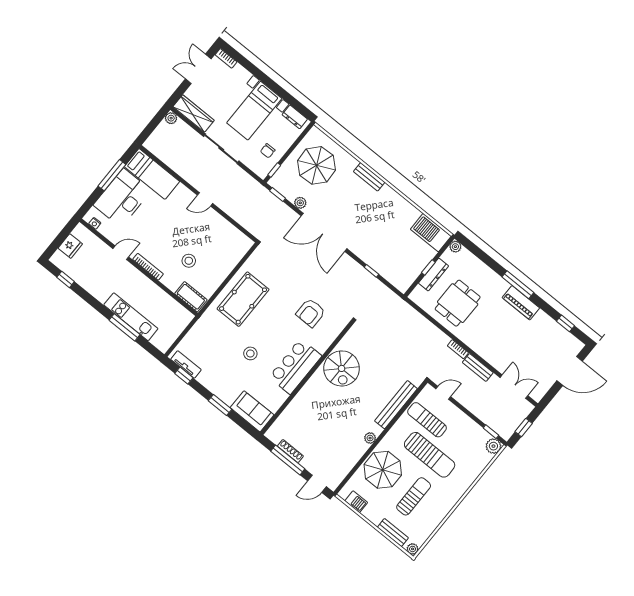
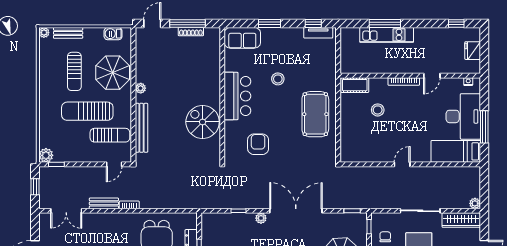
plant: (300, 203) -> (261, 218), moved

